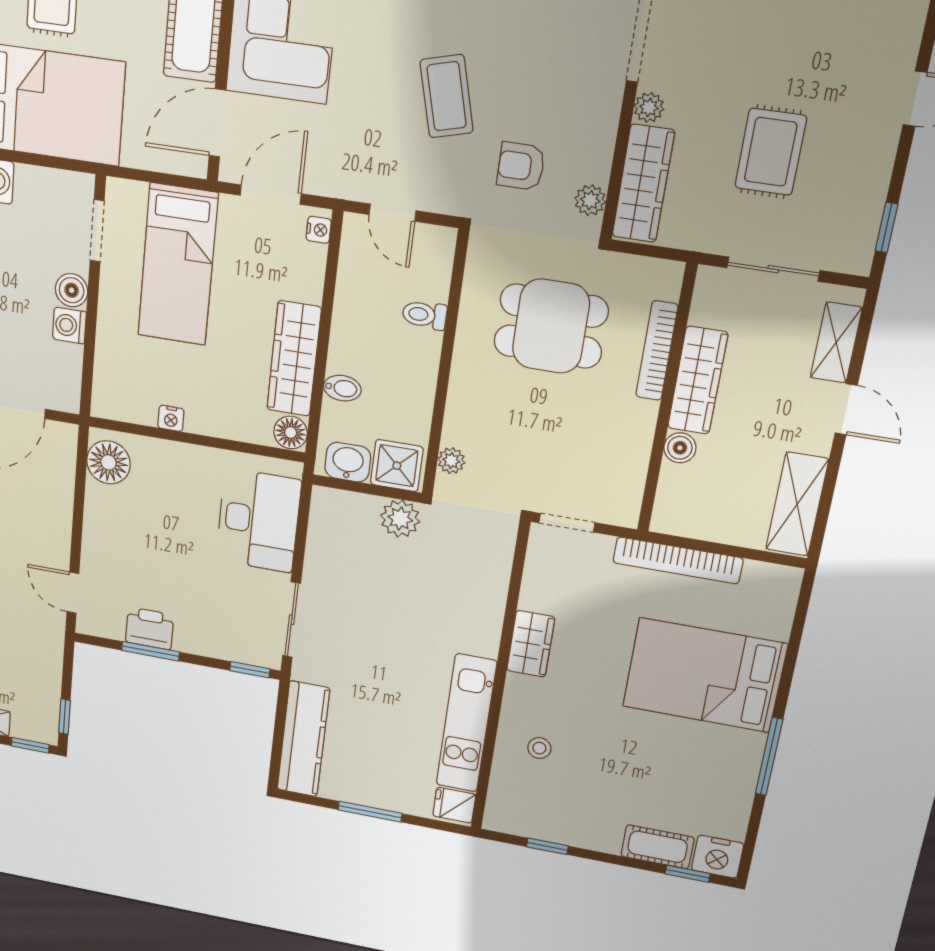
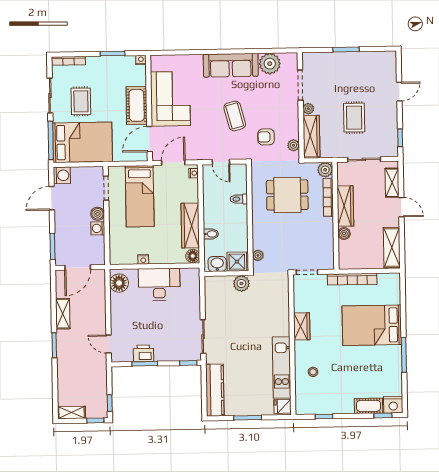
plant: (663, 279) -> (325, 170), added
desk: (258, 520) -> (159, 284), moved, turned -90

